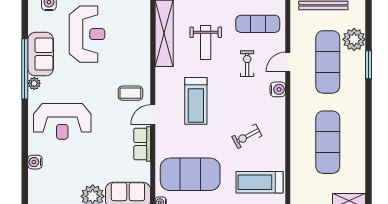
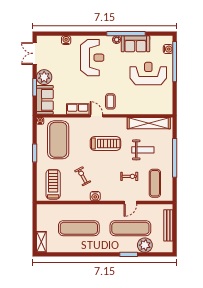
reception desk: (87, 34) -> (148, 74), turned 180
weight bench: (206, 43) -> (143, 150), turned 180
door: (288, 62) -> (130, 202), swing flipped
water cooler: (278, 89) -> (95, 196), moved
treadmill: (196, 101) -> (105, 143), turned 180
reception desk: (62, 121) -> (92, 58), turned 180

